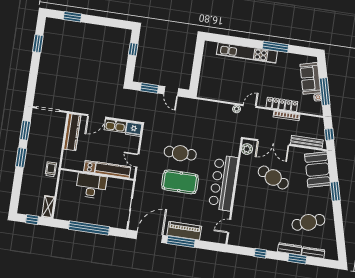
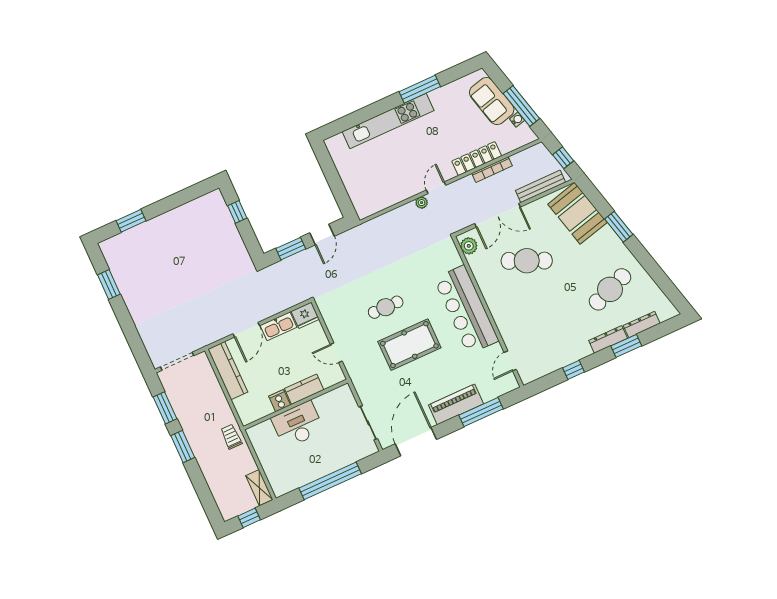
door: (171, 91) -> (322, 234), hinge flipped
cafe table: (180, 153) -> (386, 307), width x0.73, depth x0.74
kitchen counter: (113, 170) -> (304, 389), width x0.67
window: (181, 242) -> (481, 412), moved

